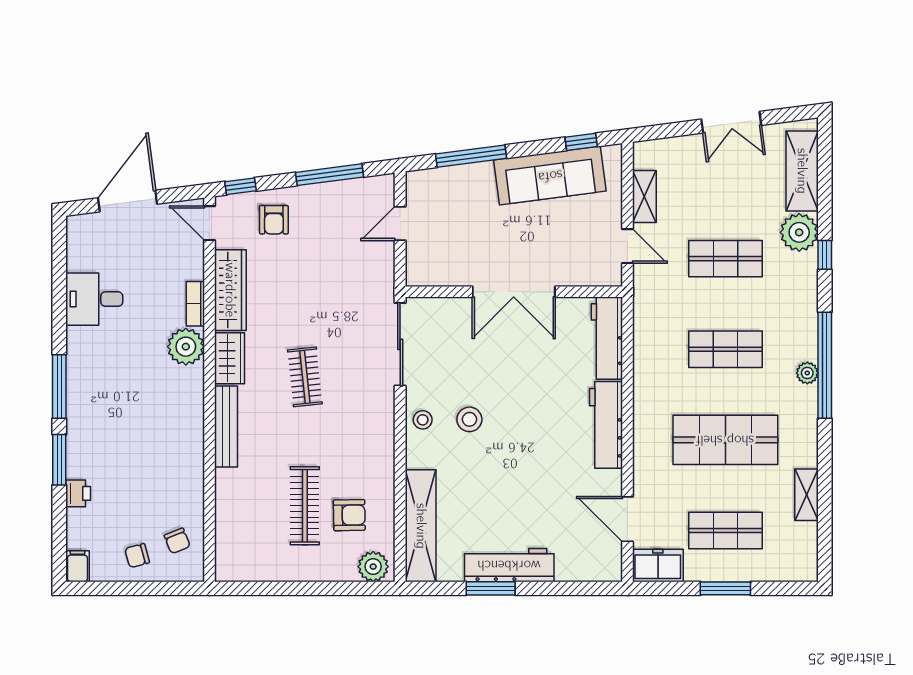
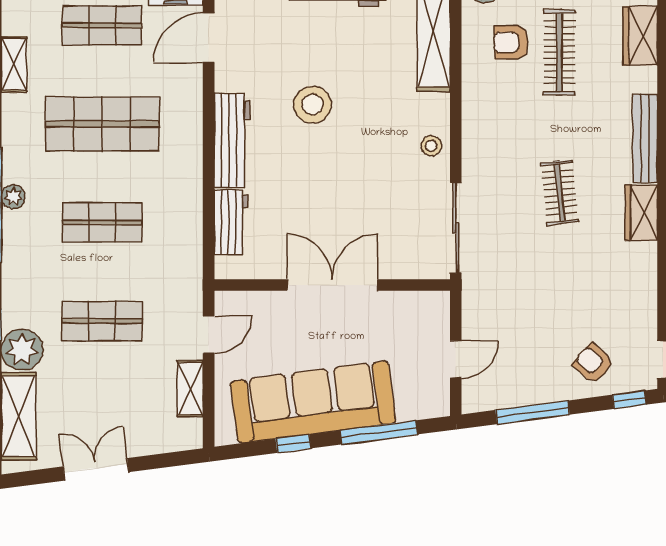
window: (581, 142) -> (293, 444), moved
sofa: (550, 176) -> (313, 402), width x1.36, depth x1.27
armchair: (274, 220) -> (593, 363), turned -48
door: (627, 246) -> (209, 335), swing flipped
wardrobe: (230, 290) -> (640, 36), moved, width x0.67
workbench: (607, 338) -> (231, 222), width x0.73
stool: (469, 419) -> (313, 105), moved, width x1.38, depth x1.38
door: (627, 519) -> (209, 38), swing flipped

